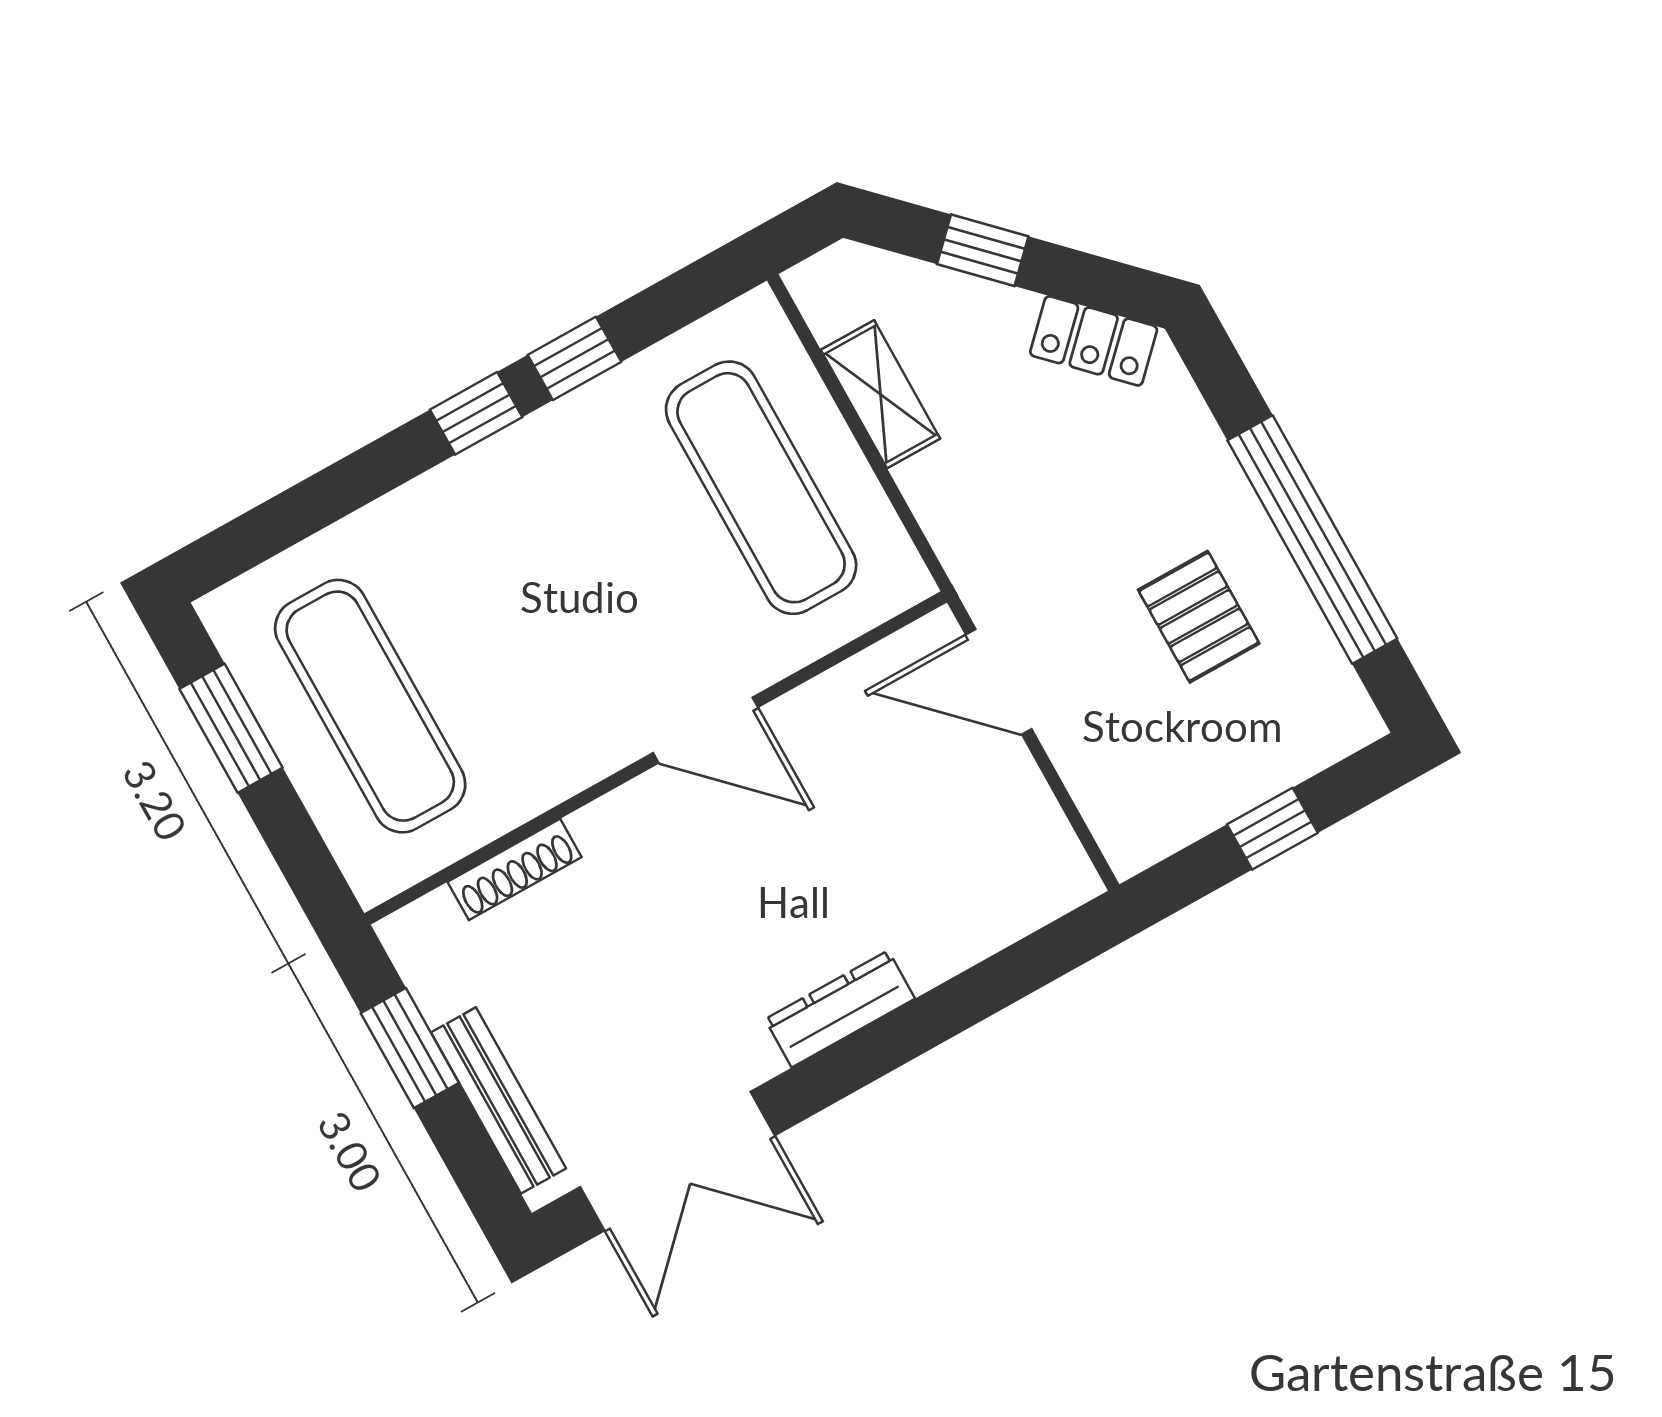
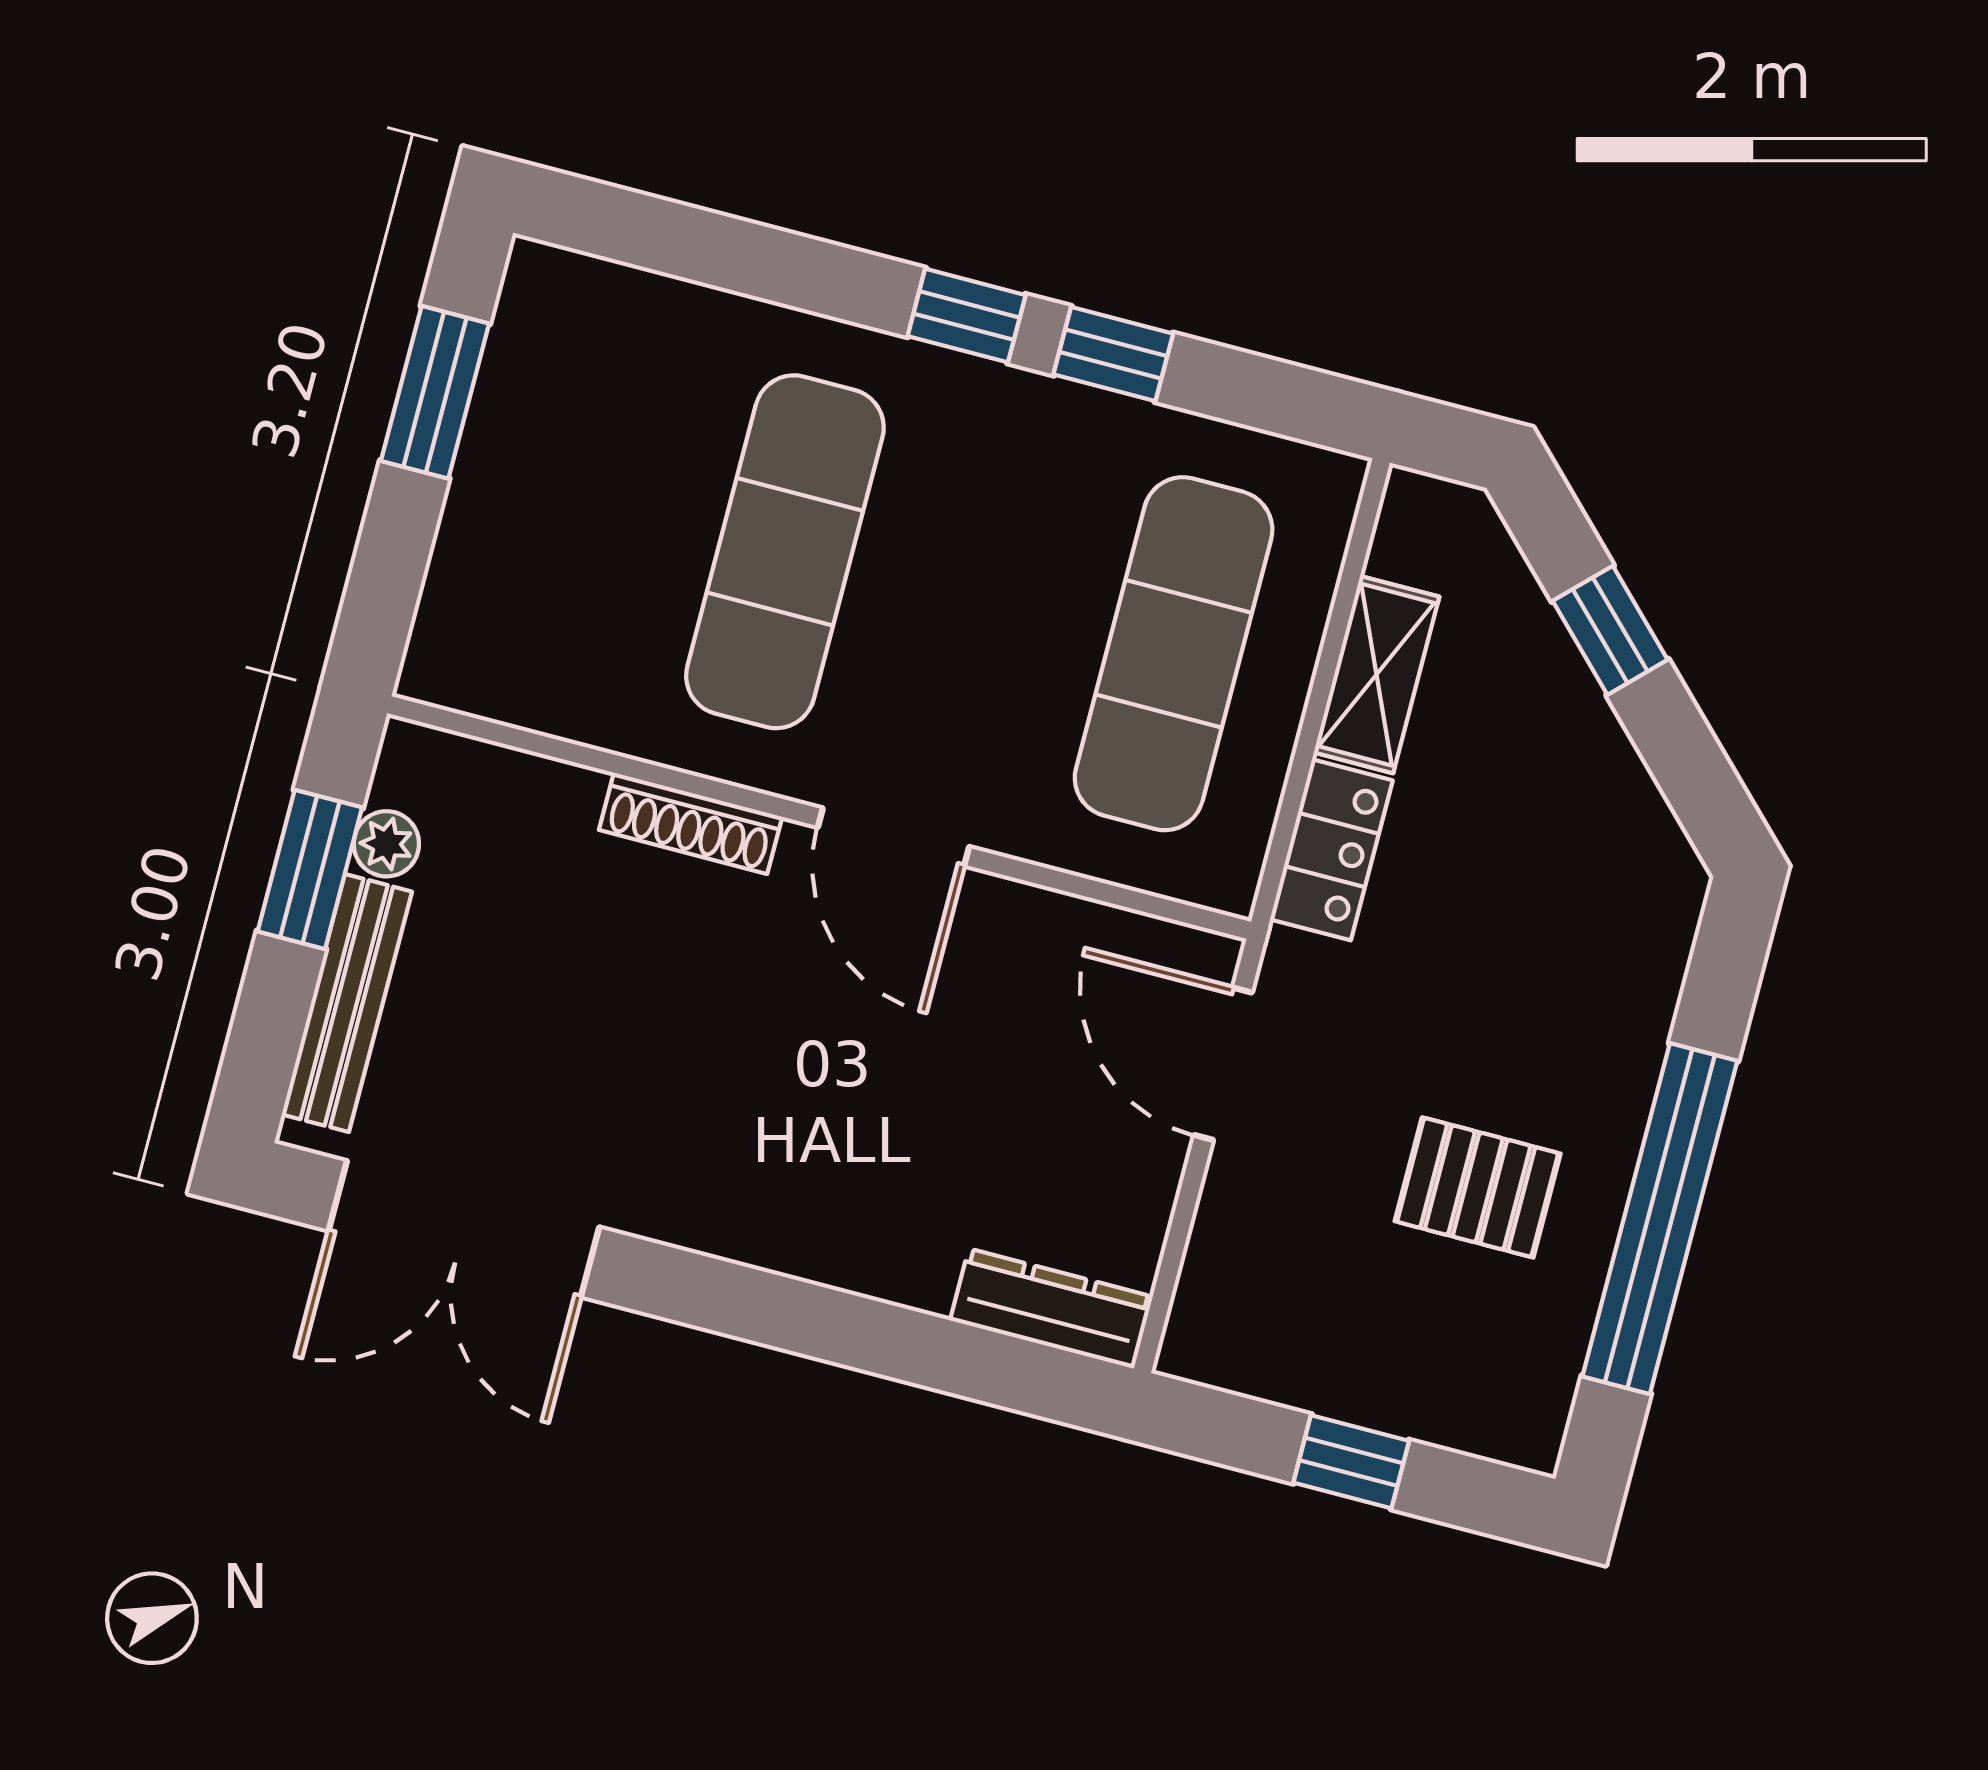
locker: (1094, 341) -> (1331, 850), moved, turned -135
pallet: (1199, 617) -> (1478, 1187), turned 90
exercise mat: (370, 706) -> (785, 552), moved
shoe rack: (514, 869) -> (691, 823), moved
plant: (438, 995) -> (386, 844), added
dresser: (840, 1009) -> (1051, 1308), moved

